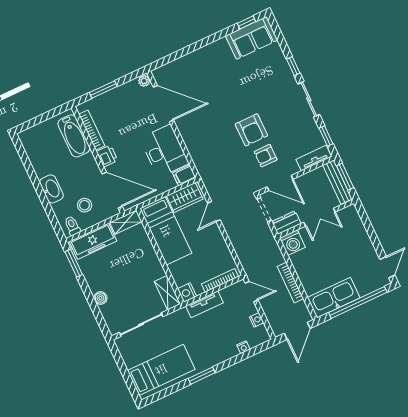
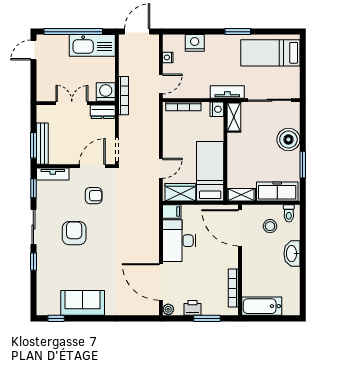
sofa: (252, 38) -> (83, 303), moved
armchair: (251, 130) -> (74, 233), moved
bathtub: (74, 136) -> (262, 306), moved, turned -90
printer: (107, 156) -> (192, 308), moved, turned 90
door: (280, 183) -> (92, 166), hinge flipped
double door: (320, 217) -> (72, 103), moved
wall: (316, 219) -> (76, 103), moved
dresser: (286, 223) -> (103, 112), moved
washing machine: (292, 243) -> (106, 92), moved
window: (74, 263) -> (303, 165), moved
bookcase: (290, 283) -> (123, 96), moved
door: (251, 292) -> (161, 84), swing flipped
boiler: (100, 298) -> (288, 140), width x1.86, depth x1.86
tv unit: (204, 304) -> (227, 92), moved
nightstand: (243, 347) -> (195, 43), width x1.89, depth x1.79

